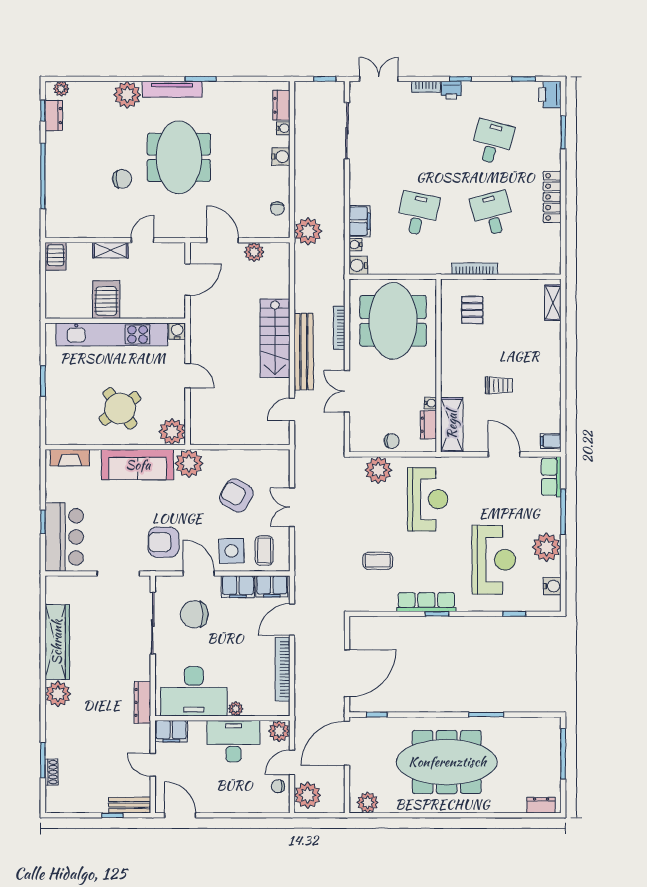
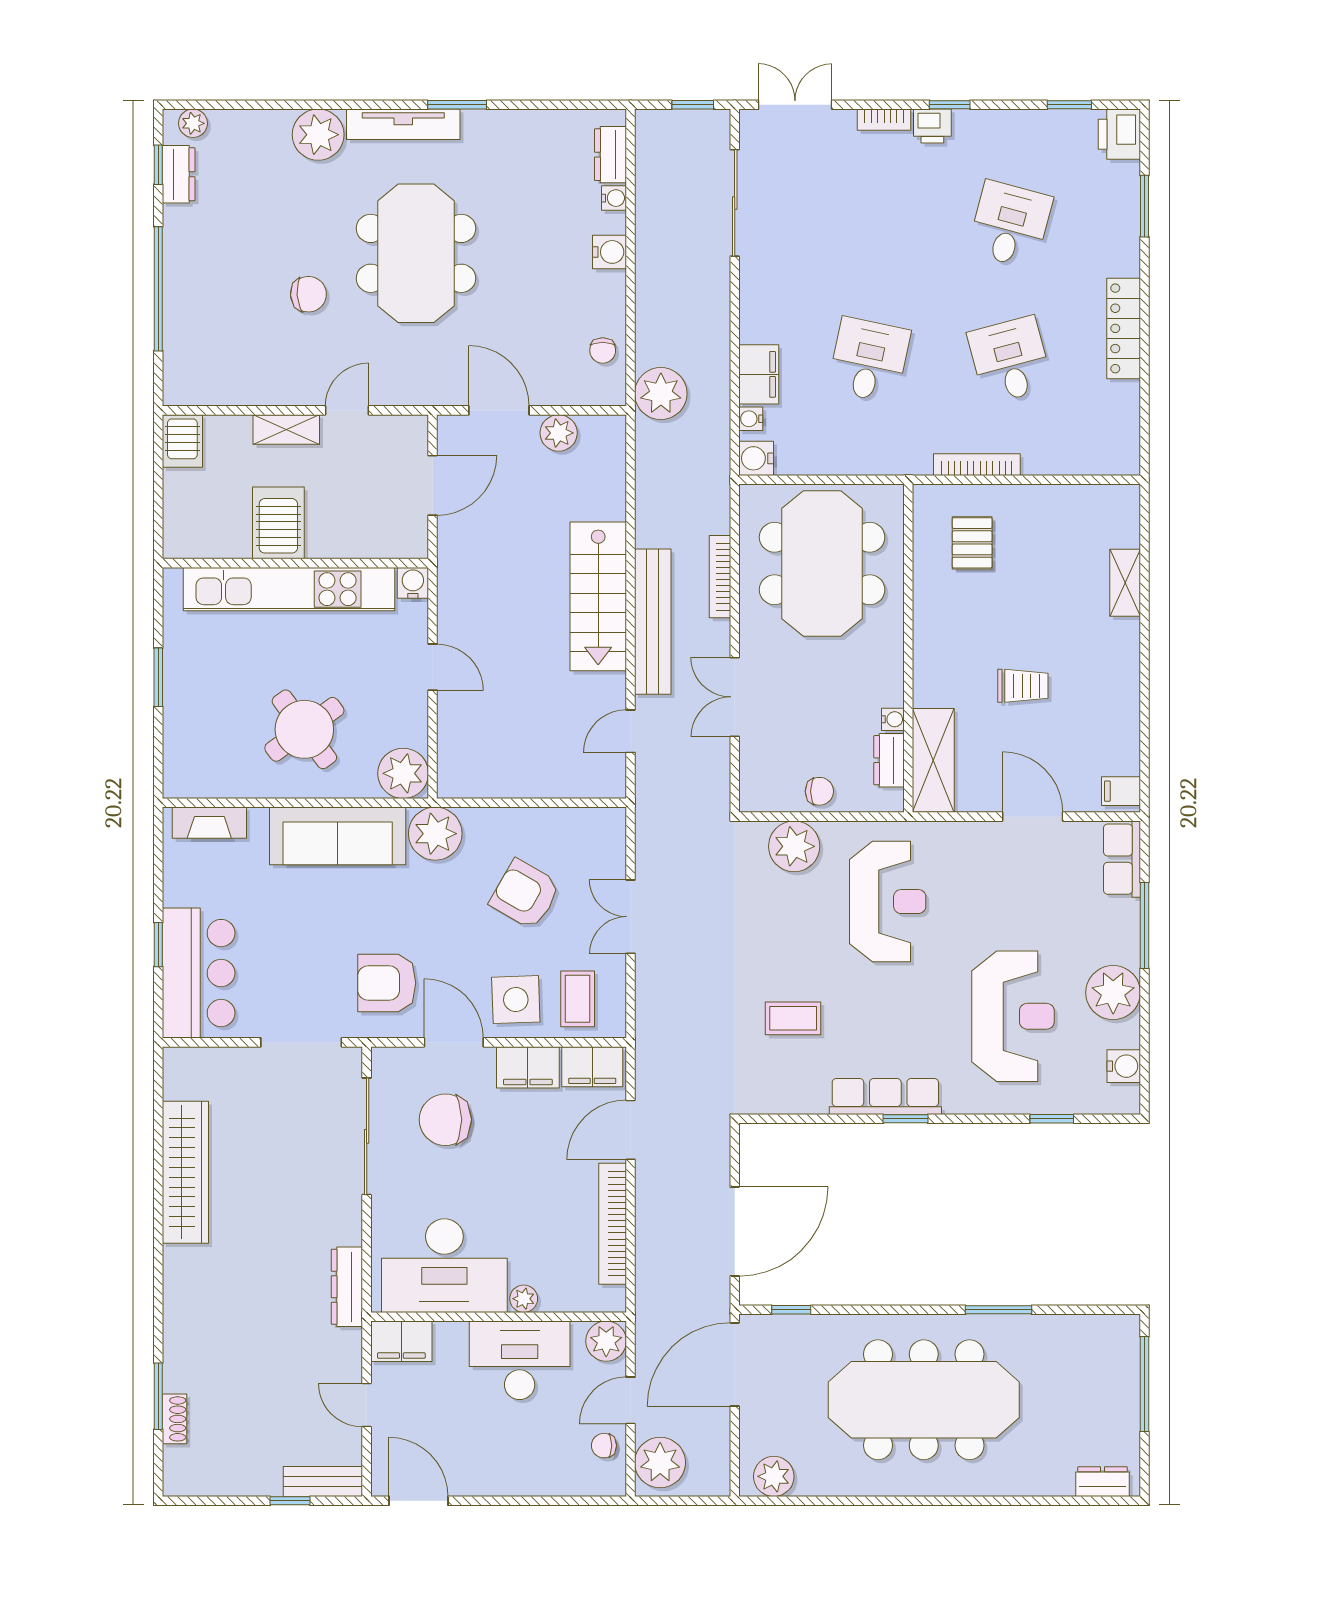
shelving: (553, 303) -> (1125, 583), moved
plant: (58, 694) -> (187, 1270), removed

